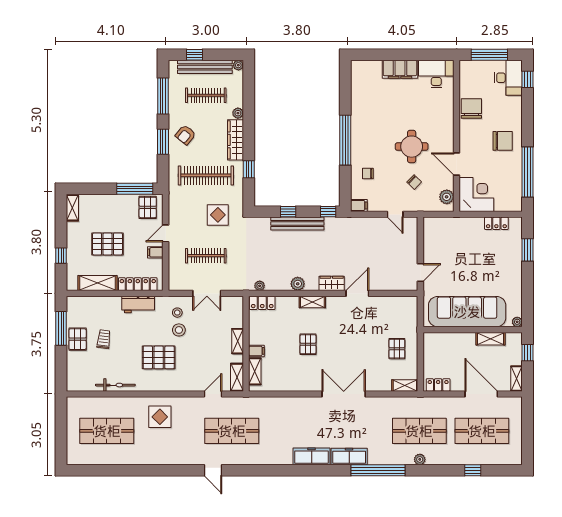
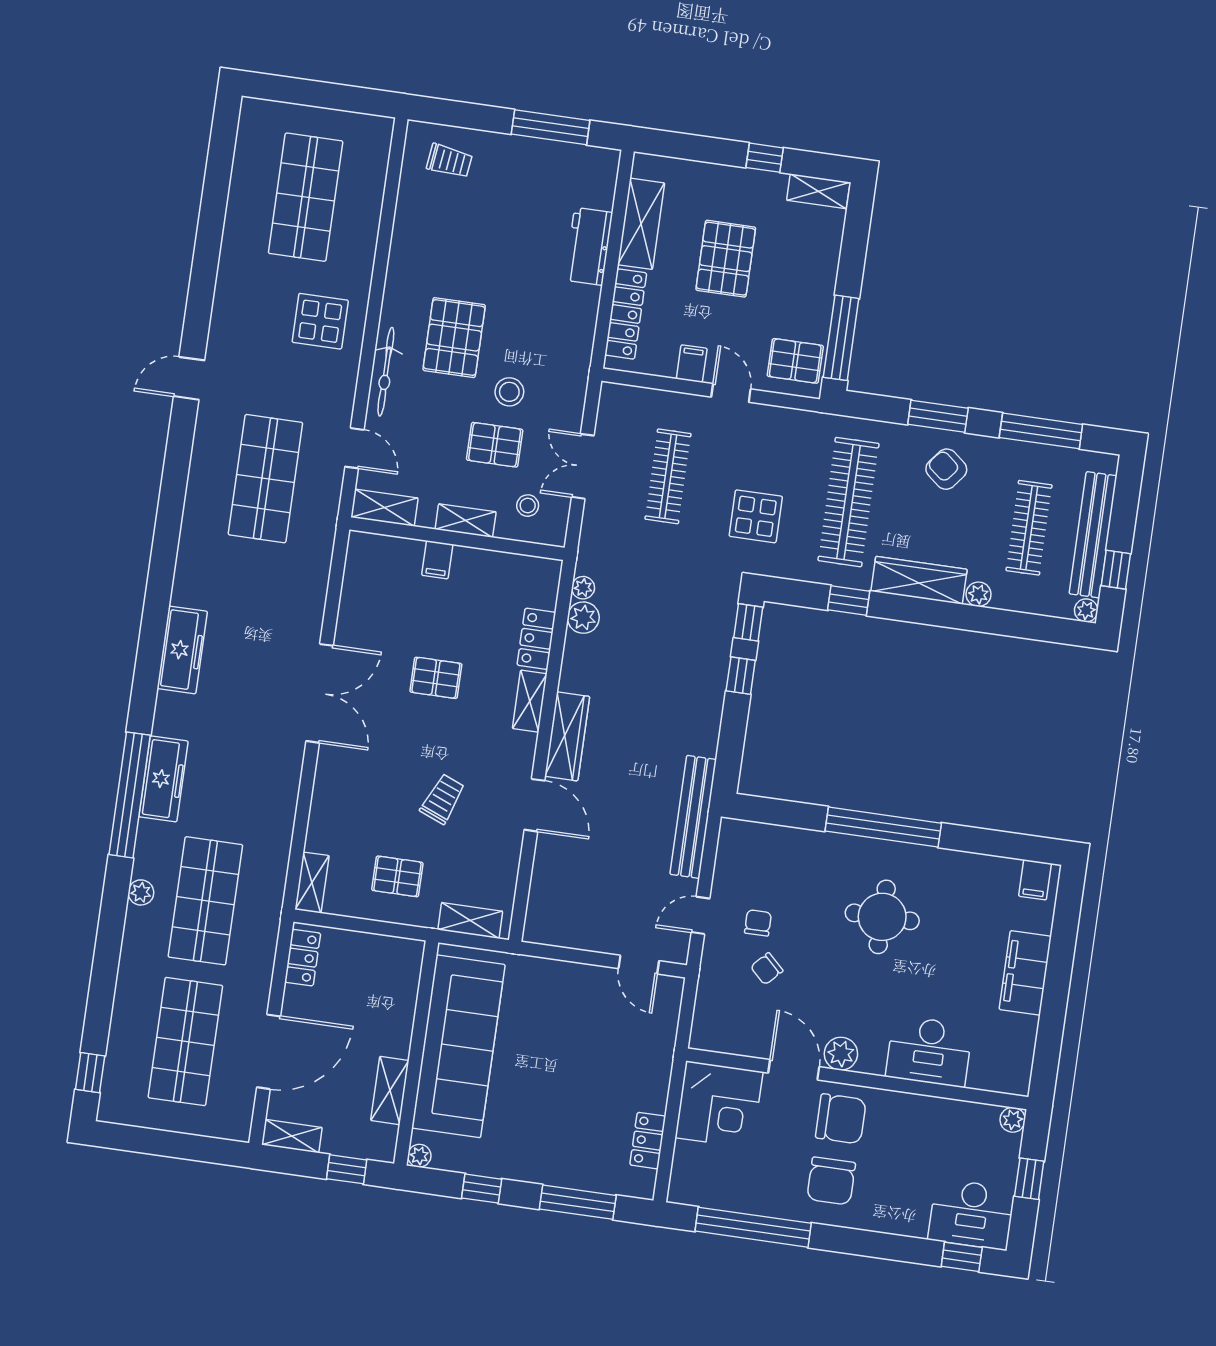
window: (194, 55) -> (1116, 570), moved
window: (489, 55) -> (1029, 1179), width x0.46
plant: (465, 66) -> (1013, 1120), added
desk: (436, 74) -> (929, 1051), moved, turned 90
chair: (471, 108) -> (841, 1119), moved
round table: (412, 147) -> (882, 917), moved
door: (457, 164) -> (794, 1070), hinge flipped
chair: (368, 173) -> (758, 923), moved
plant: (447, 197) -> (841, 1054), moved
filing cabinet: (359, 205) -> (1035, 880), moved
window: (328, 212) -> (748, 622), moved
bench: (297, 224) -> (693, 817), moved
window: (528, 250) -> (578, 1202), width x1.44
window: (61, 256) -> (765, 158), moved
door: (420, 273) -> (639, 965), moved
wardrobe: (332, 283) -> (567, 736), width x1.50
plant: (298, 284) -> (583, 618), moved
window: (528, 293) -> (482, 1189), added
locker: (262, 303) -> (536, 639), moved
workbench: (138, 304) -> (589, 246), moved
stool: (177, 313) -> (528, 506), moved
trolley: (360, 334) -> (443, 799), added
pallet: (78, 339) -> (495, 445), moved
trolley: (104, 339) -> (449, 161), moved
shelving: (255, 371) -> (470, 921), moved
bicycle: (115, 385) -> (386, 372), moved
double door: (344, 394) -> (320, 693), moved
freezer: (349, 457) -> (163, 779), moved
door: (213, 470) -> (189, 378), moved
window: (473, 470) -> (90, 1073), moved

